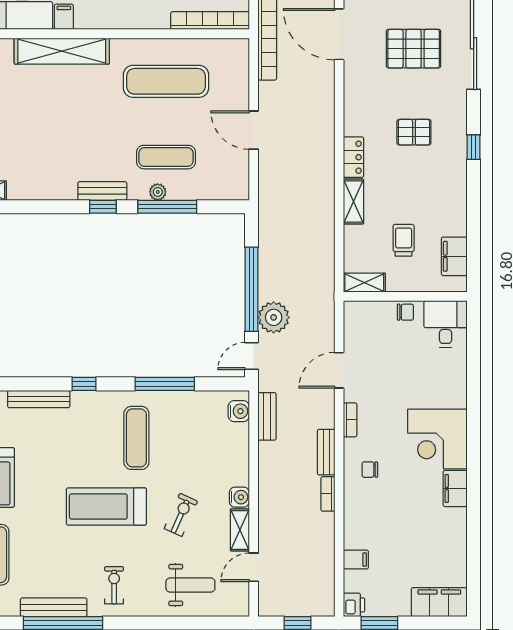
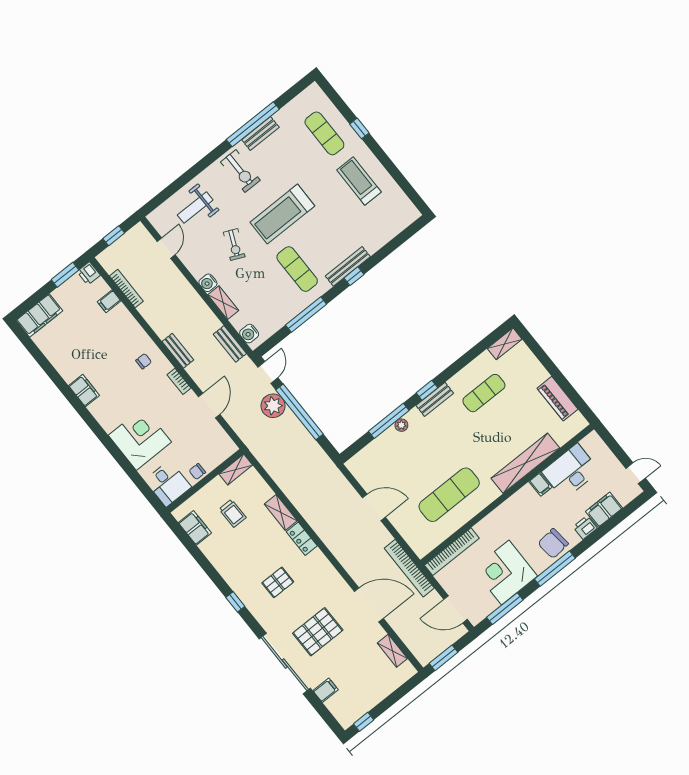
exercise mat: (166, 157) -> (484, 393), moved
bench: (39, 399) -> (348, 266), moved
corner desk: (437, 439) -> (140, 439), moved
bookcase: (328, 494) -> (126, 289), moved, width x1.56
treadmill: (106, 507) -> (282, 214), turned 180
shelving: (240, 530) -> (223, 303), moved
exercise bike: (114, 585) -> (240, 171), width x1.38, depth x1.39
bench: (54, 607) -> (260, 133), width x0.73

